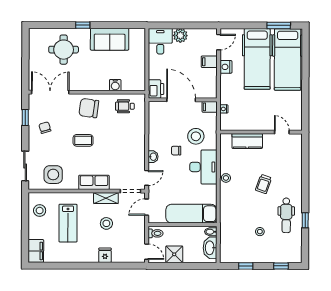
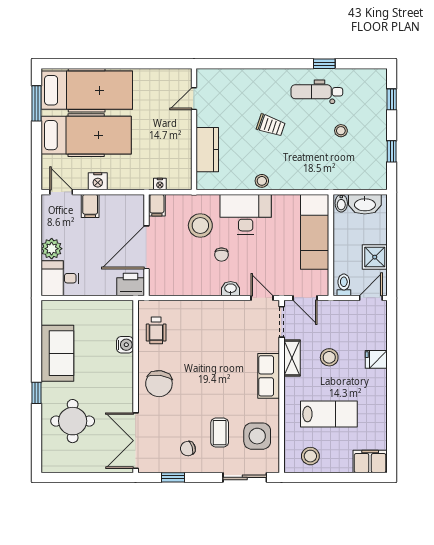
coffee table: (83, 140) -> (220, 433), moved
dental chair: (286, 215) -> (317, 92), turned 180

